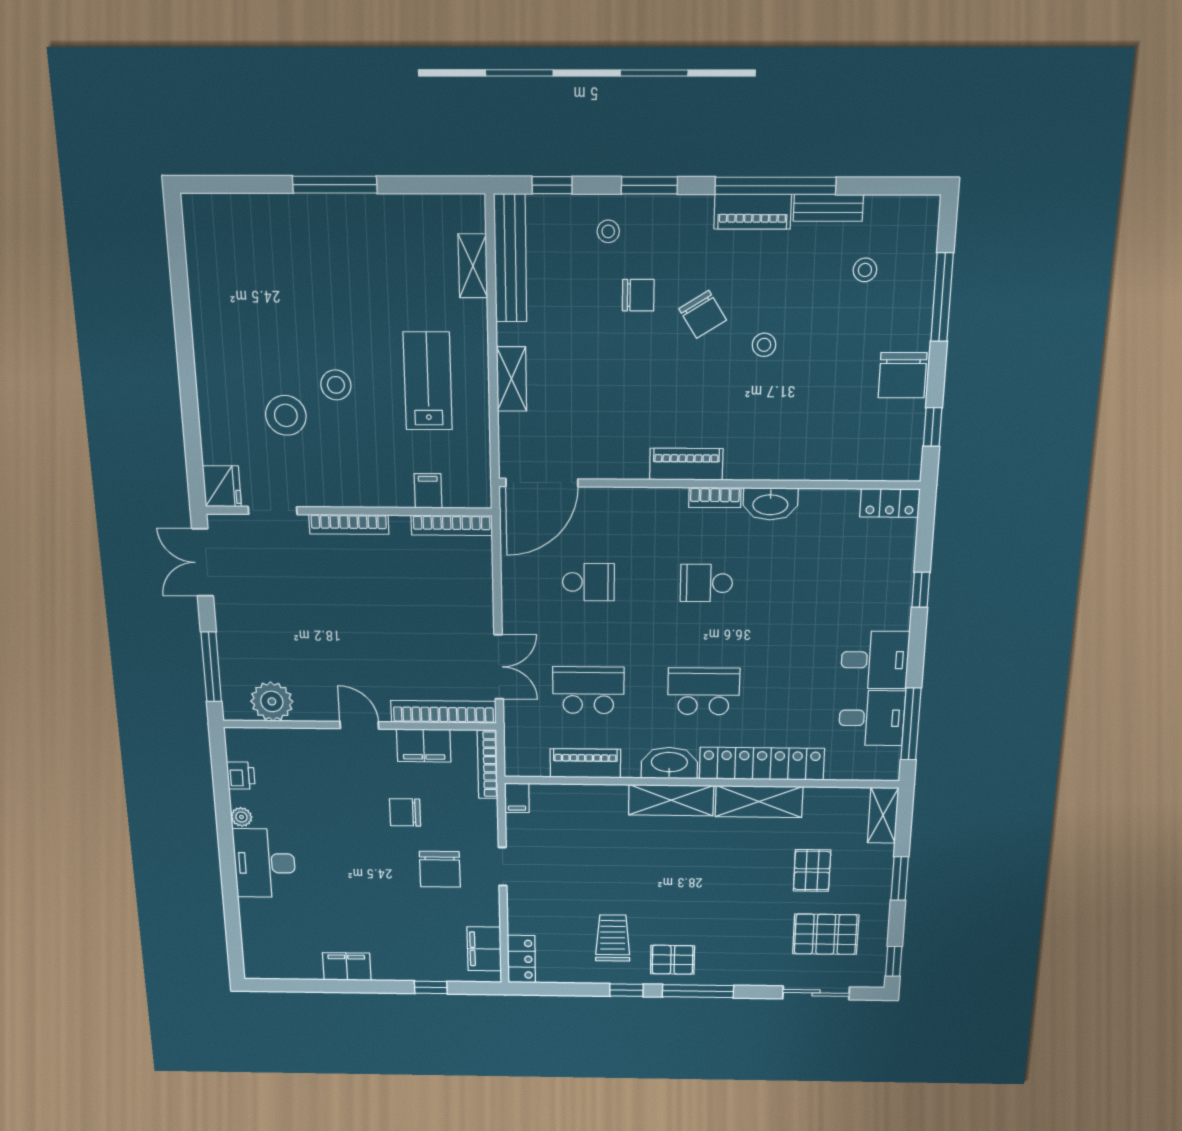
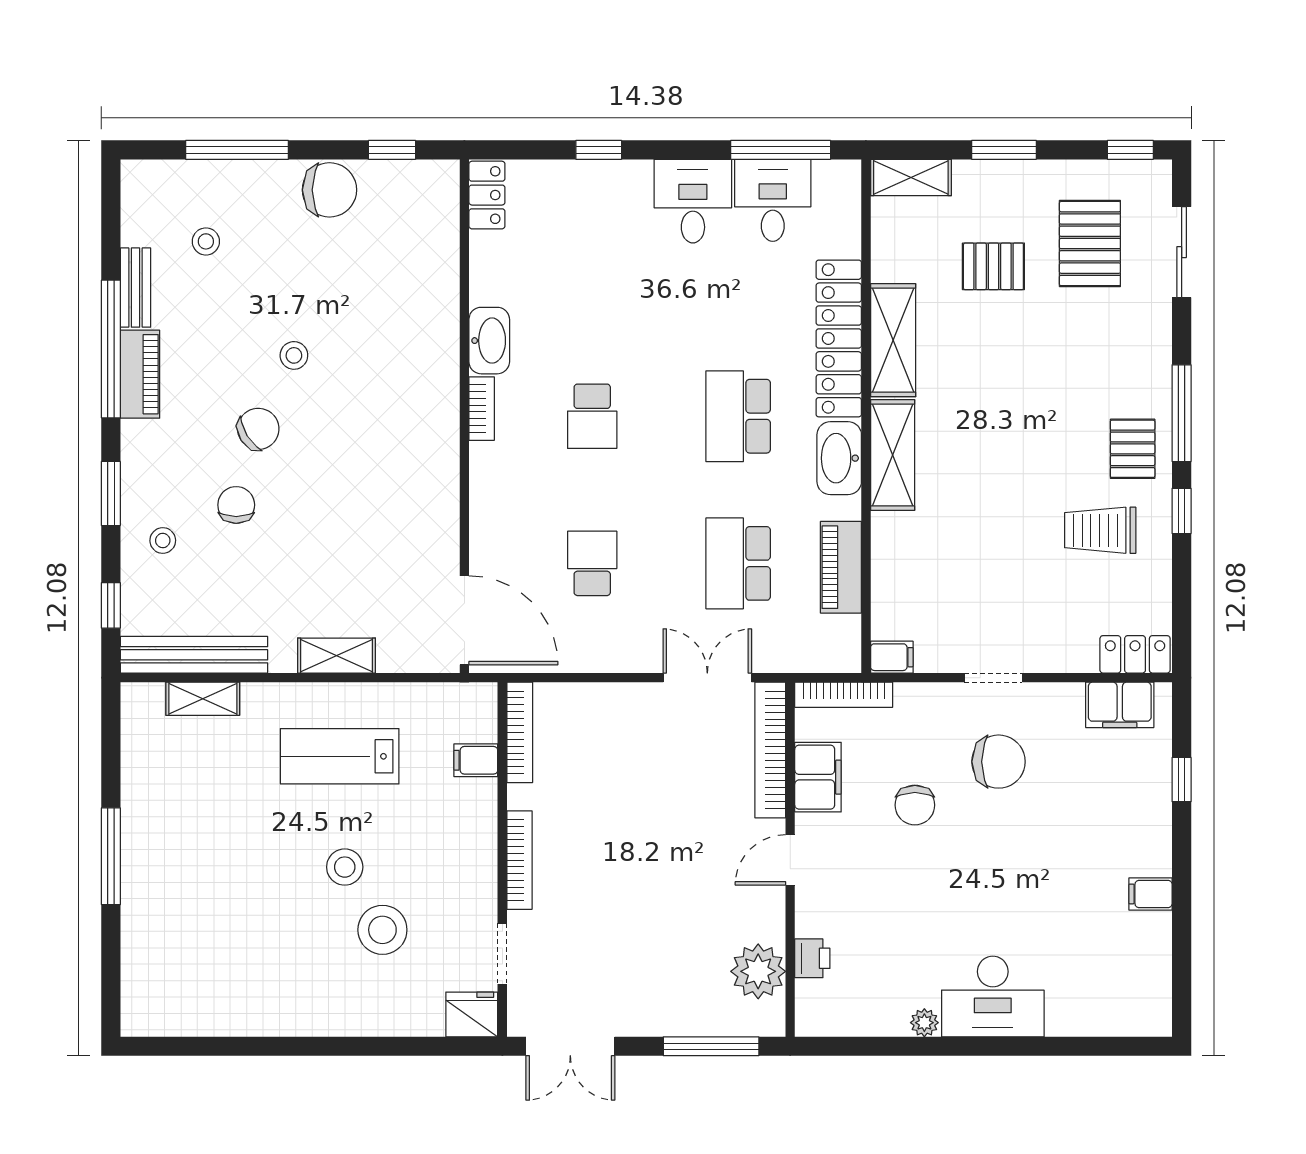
piano: (686, 464) -> (440, 444), removed
printer: (241, 776) -> (812, 958), moved, turned 90
filing cabinet: (347, 967) -> (1150, 894), width x0.50

